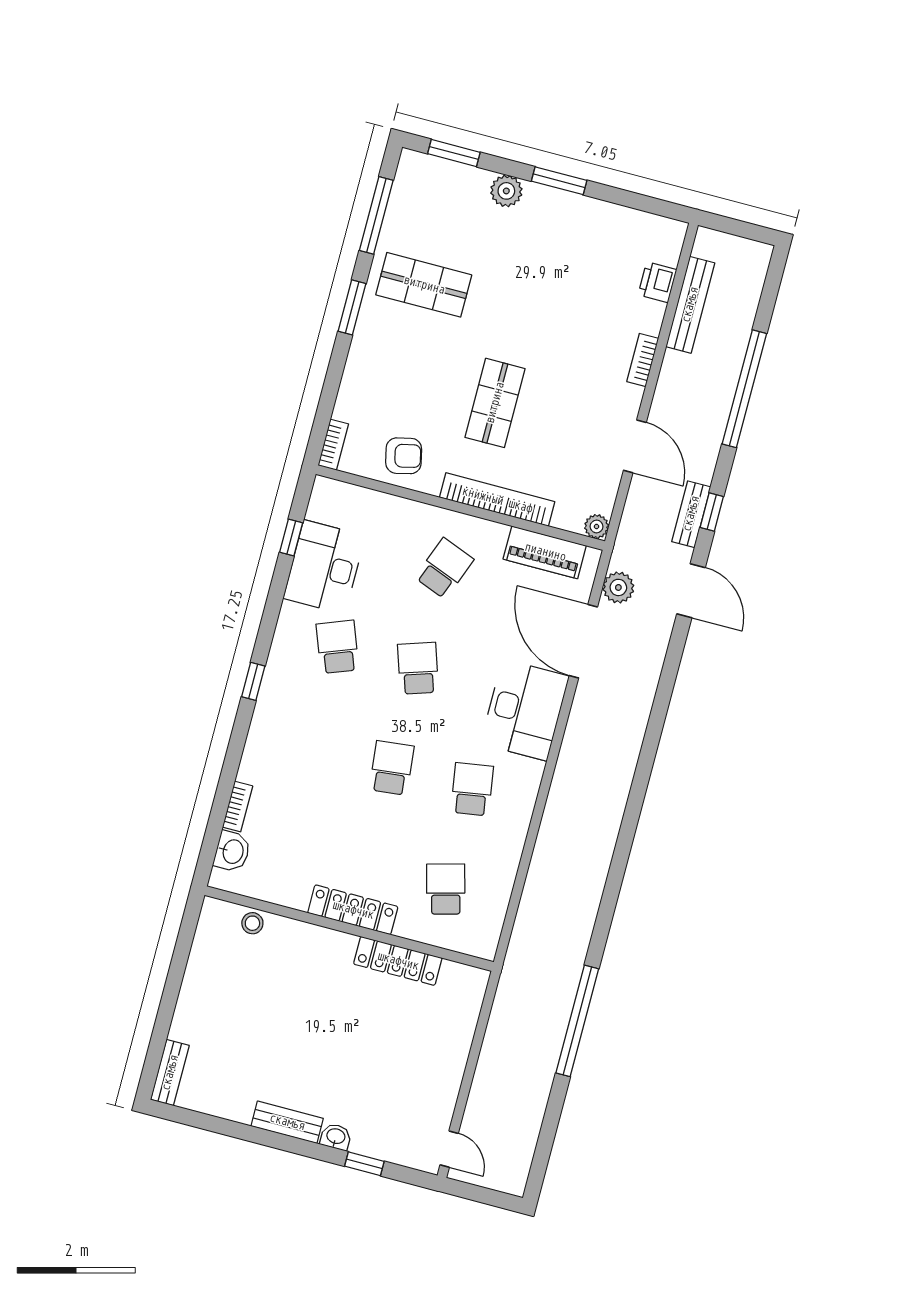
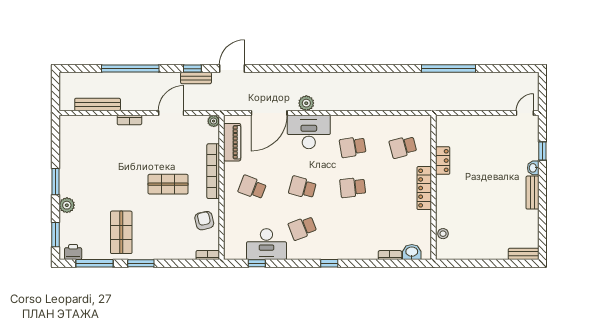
printer: (657, 282) -> (73, 252), moved, turned 180
plant: (618, 587) -> (306, 103), moved
school desk: (418, 668) -> (302, 187), turned 33
locker: (398, 961) -> (443, 161), width x0.66

